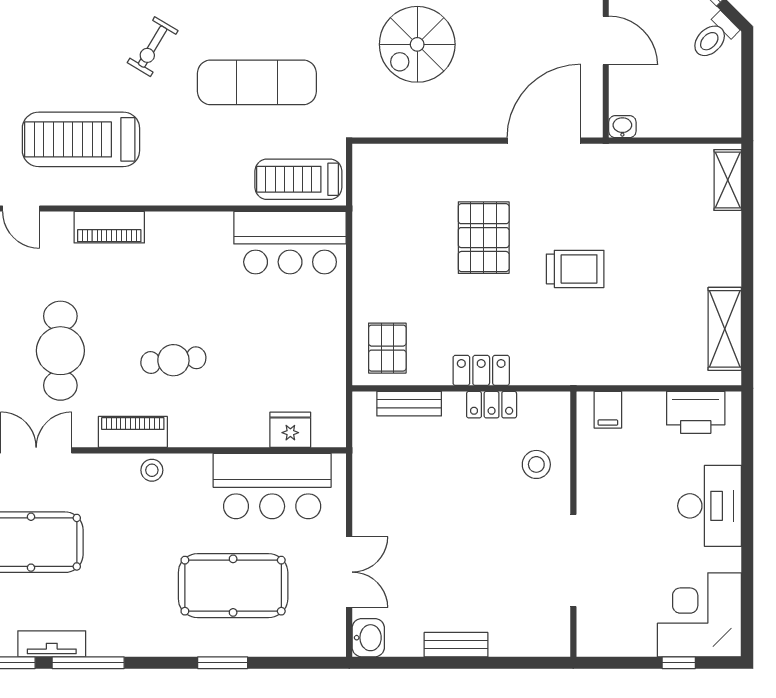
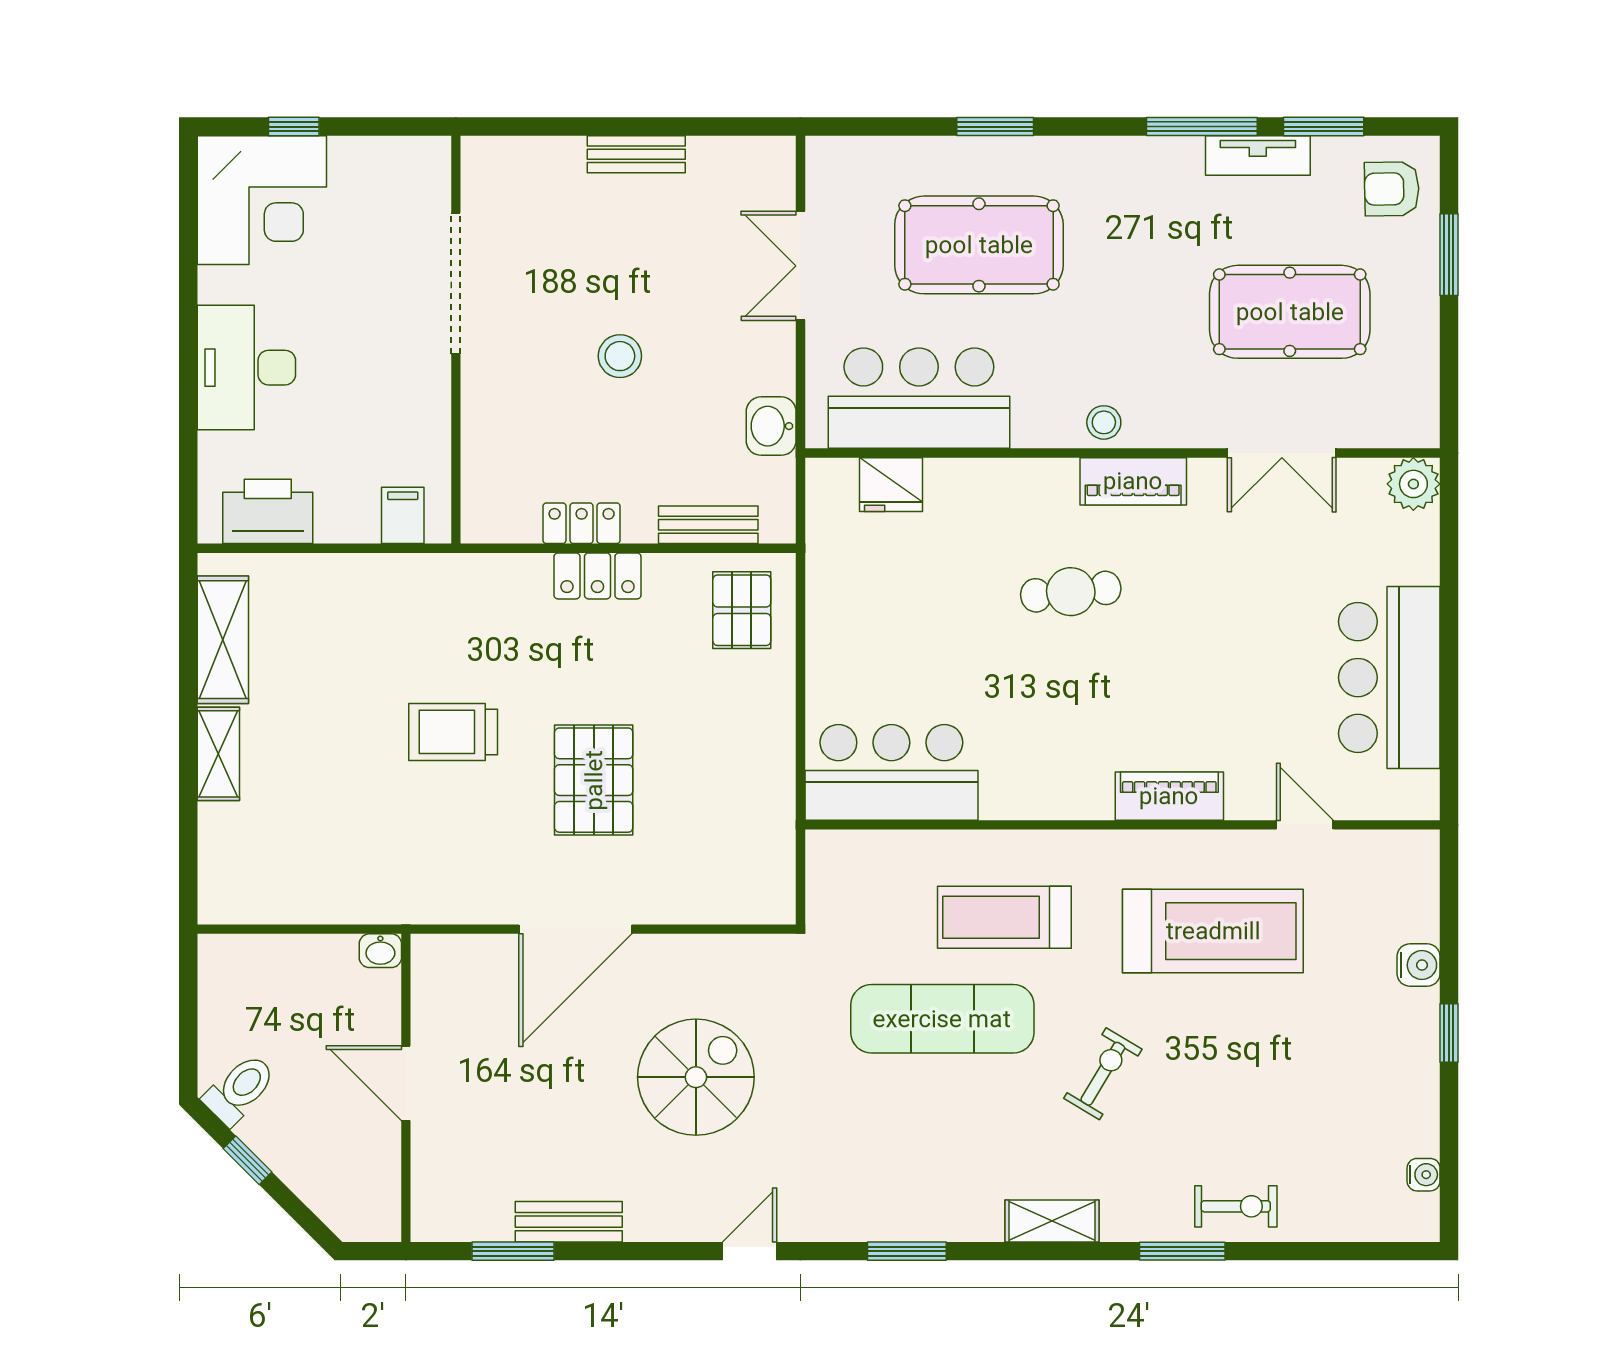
door: (544, 141) -> (575, 929), moved
treadmill: (298, 179) -> (1004, 917), moved, turned 180
shelving: (728, 180) -> (218, 754), moved
cafe table: (60, 351) -> (1245, 606), removed
stool: (536, 464) -> (620, 356), moved
washbasin: (368, 638) -> (771, 426), moved

